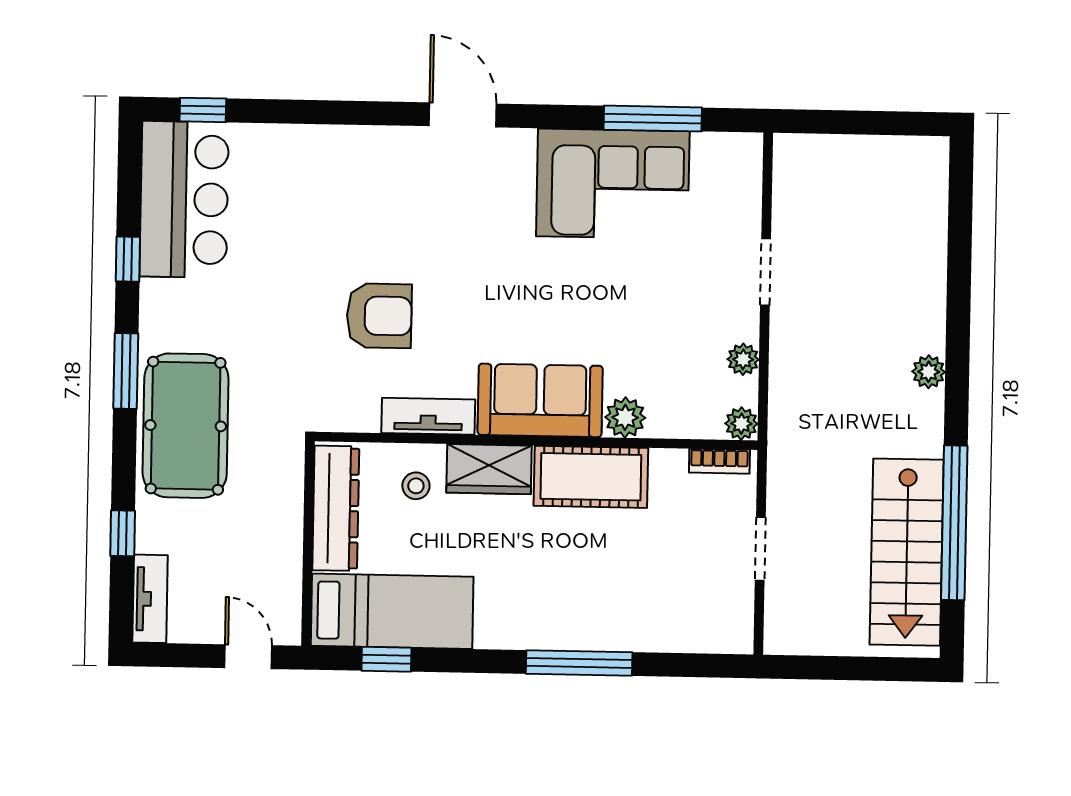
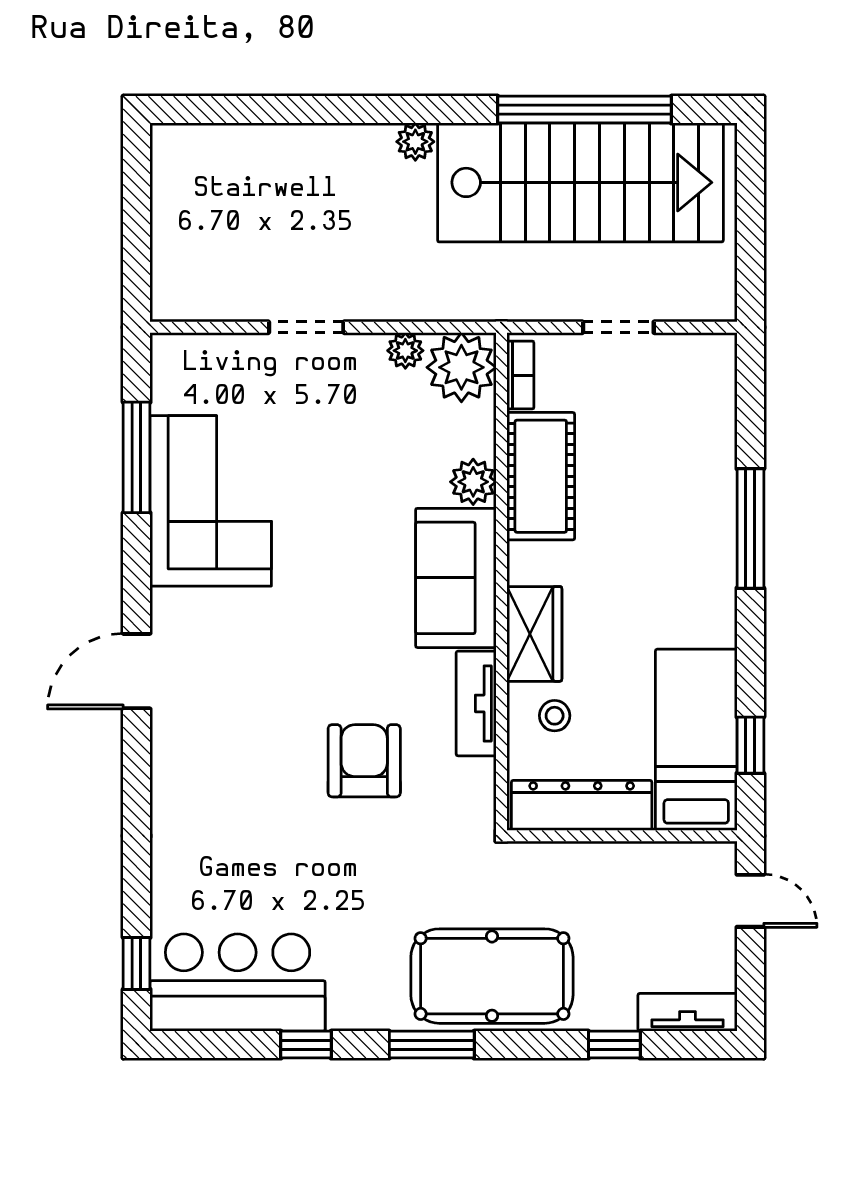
plant: (741, 424) -> (461, 367), width x1.87, depth x1.87
cot: (591, 477) -> (541, 476), moved
stairs: (907, 552) -> (580, 182), width x1.36, depth x1.51
door: (248, 657) -> (750, 901), swing flipped

